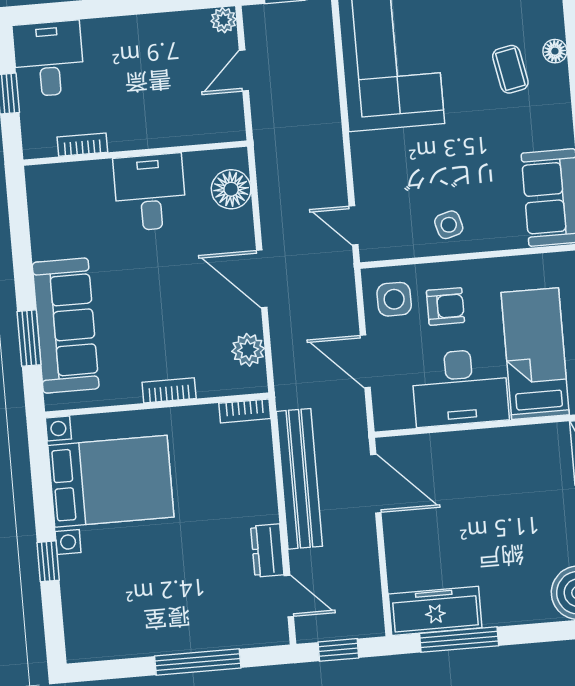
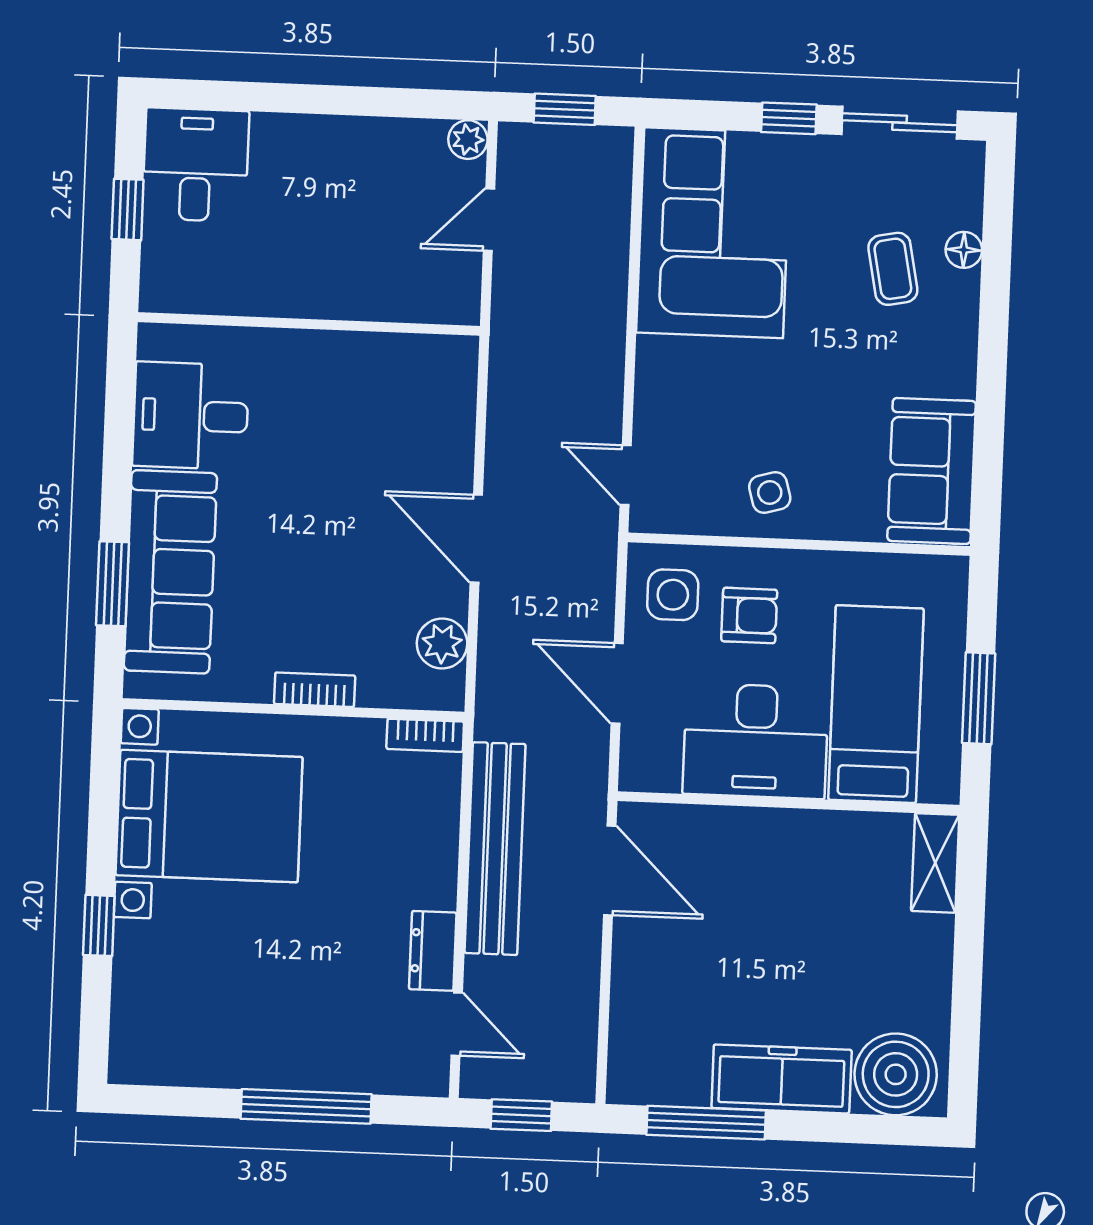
bookcase: (82, 145) -> (230, 301), removed
floor lamp: (231, 189) -> (447, 397), removed
desk: (150, 192) -> (191, 416), moved, turned -90
freezer: (435, 611) -> (782, 1079), moved

